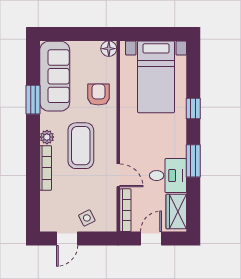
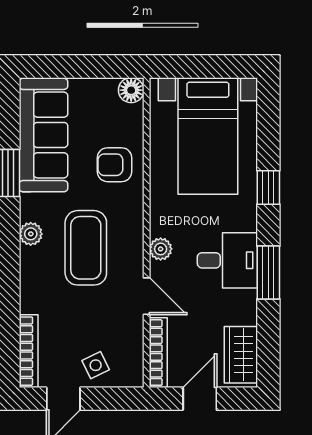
armchair: (99, 95) -> (115, 165), turned -90
plant: (127, 146) -> (161, 249), added
bookcase: (46, 168) -> (29, 351), moved
desk: (168, 176) -> (227, 260), moved

